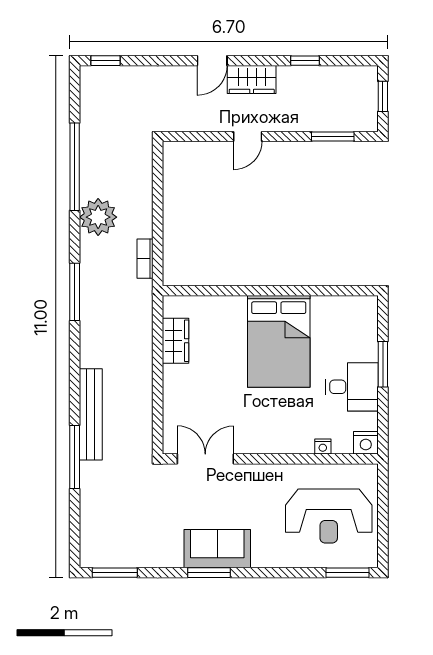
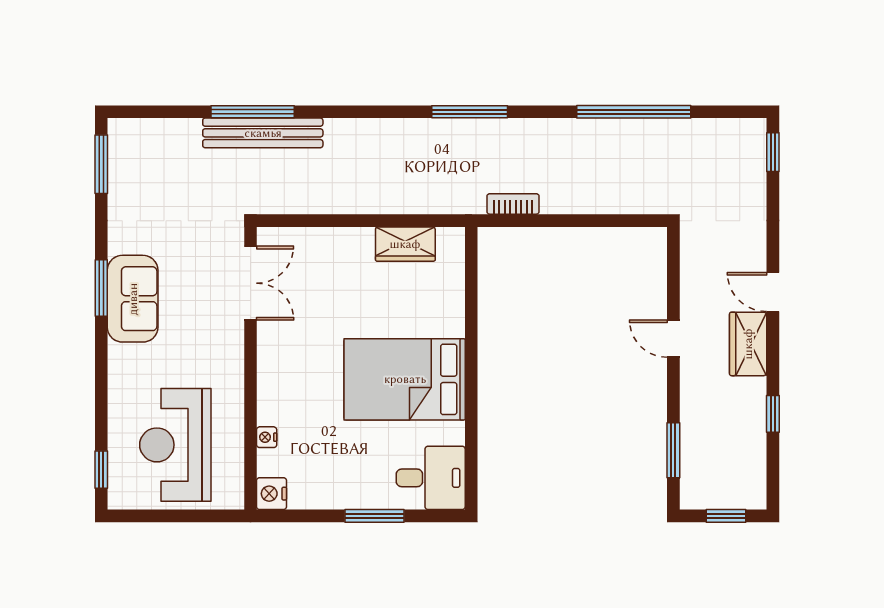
plant: (98, 217) -> (568, 143), removed
desk: (352, 387) -> (431, 478), moved, turned -90
bench: (91, 414) -> (263, 133), moved
window: (348, 573) -> (101, 470), width x0.67

